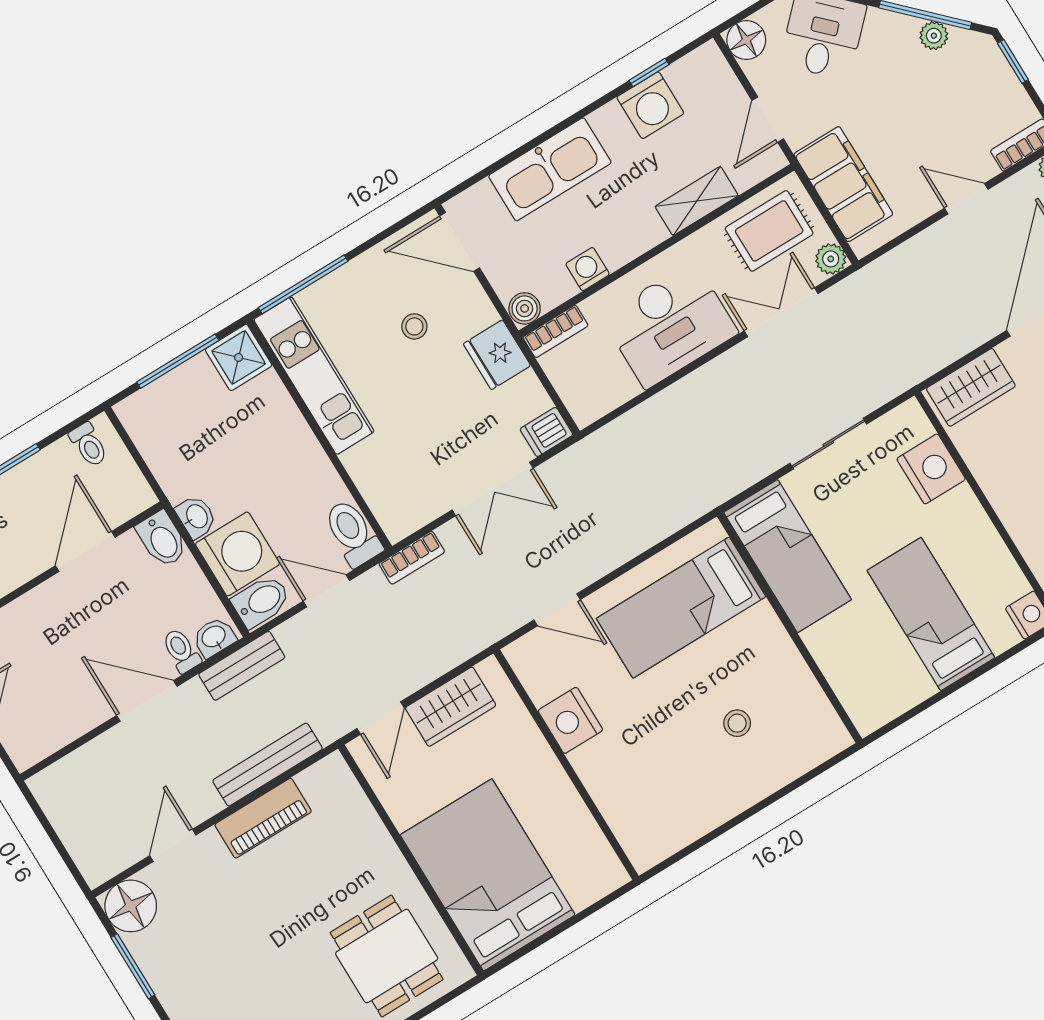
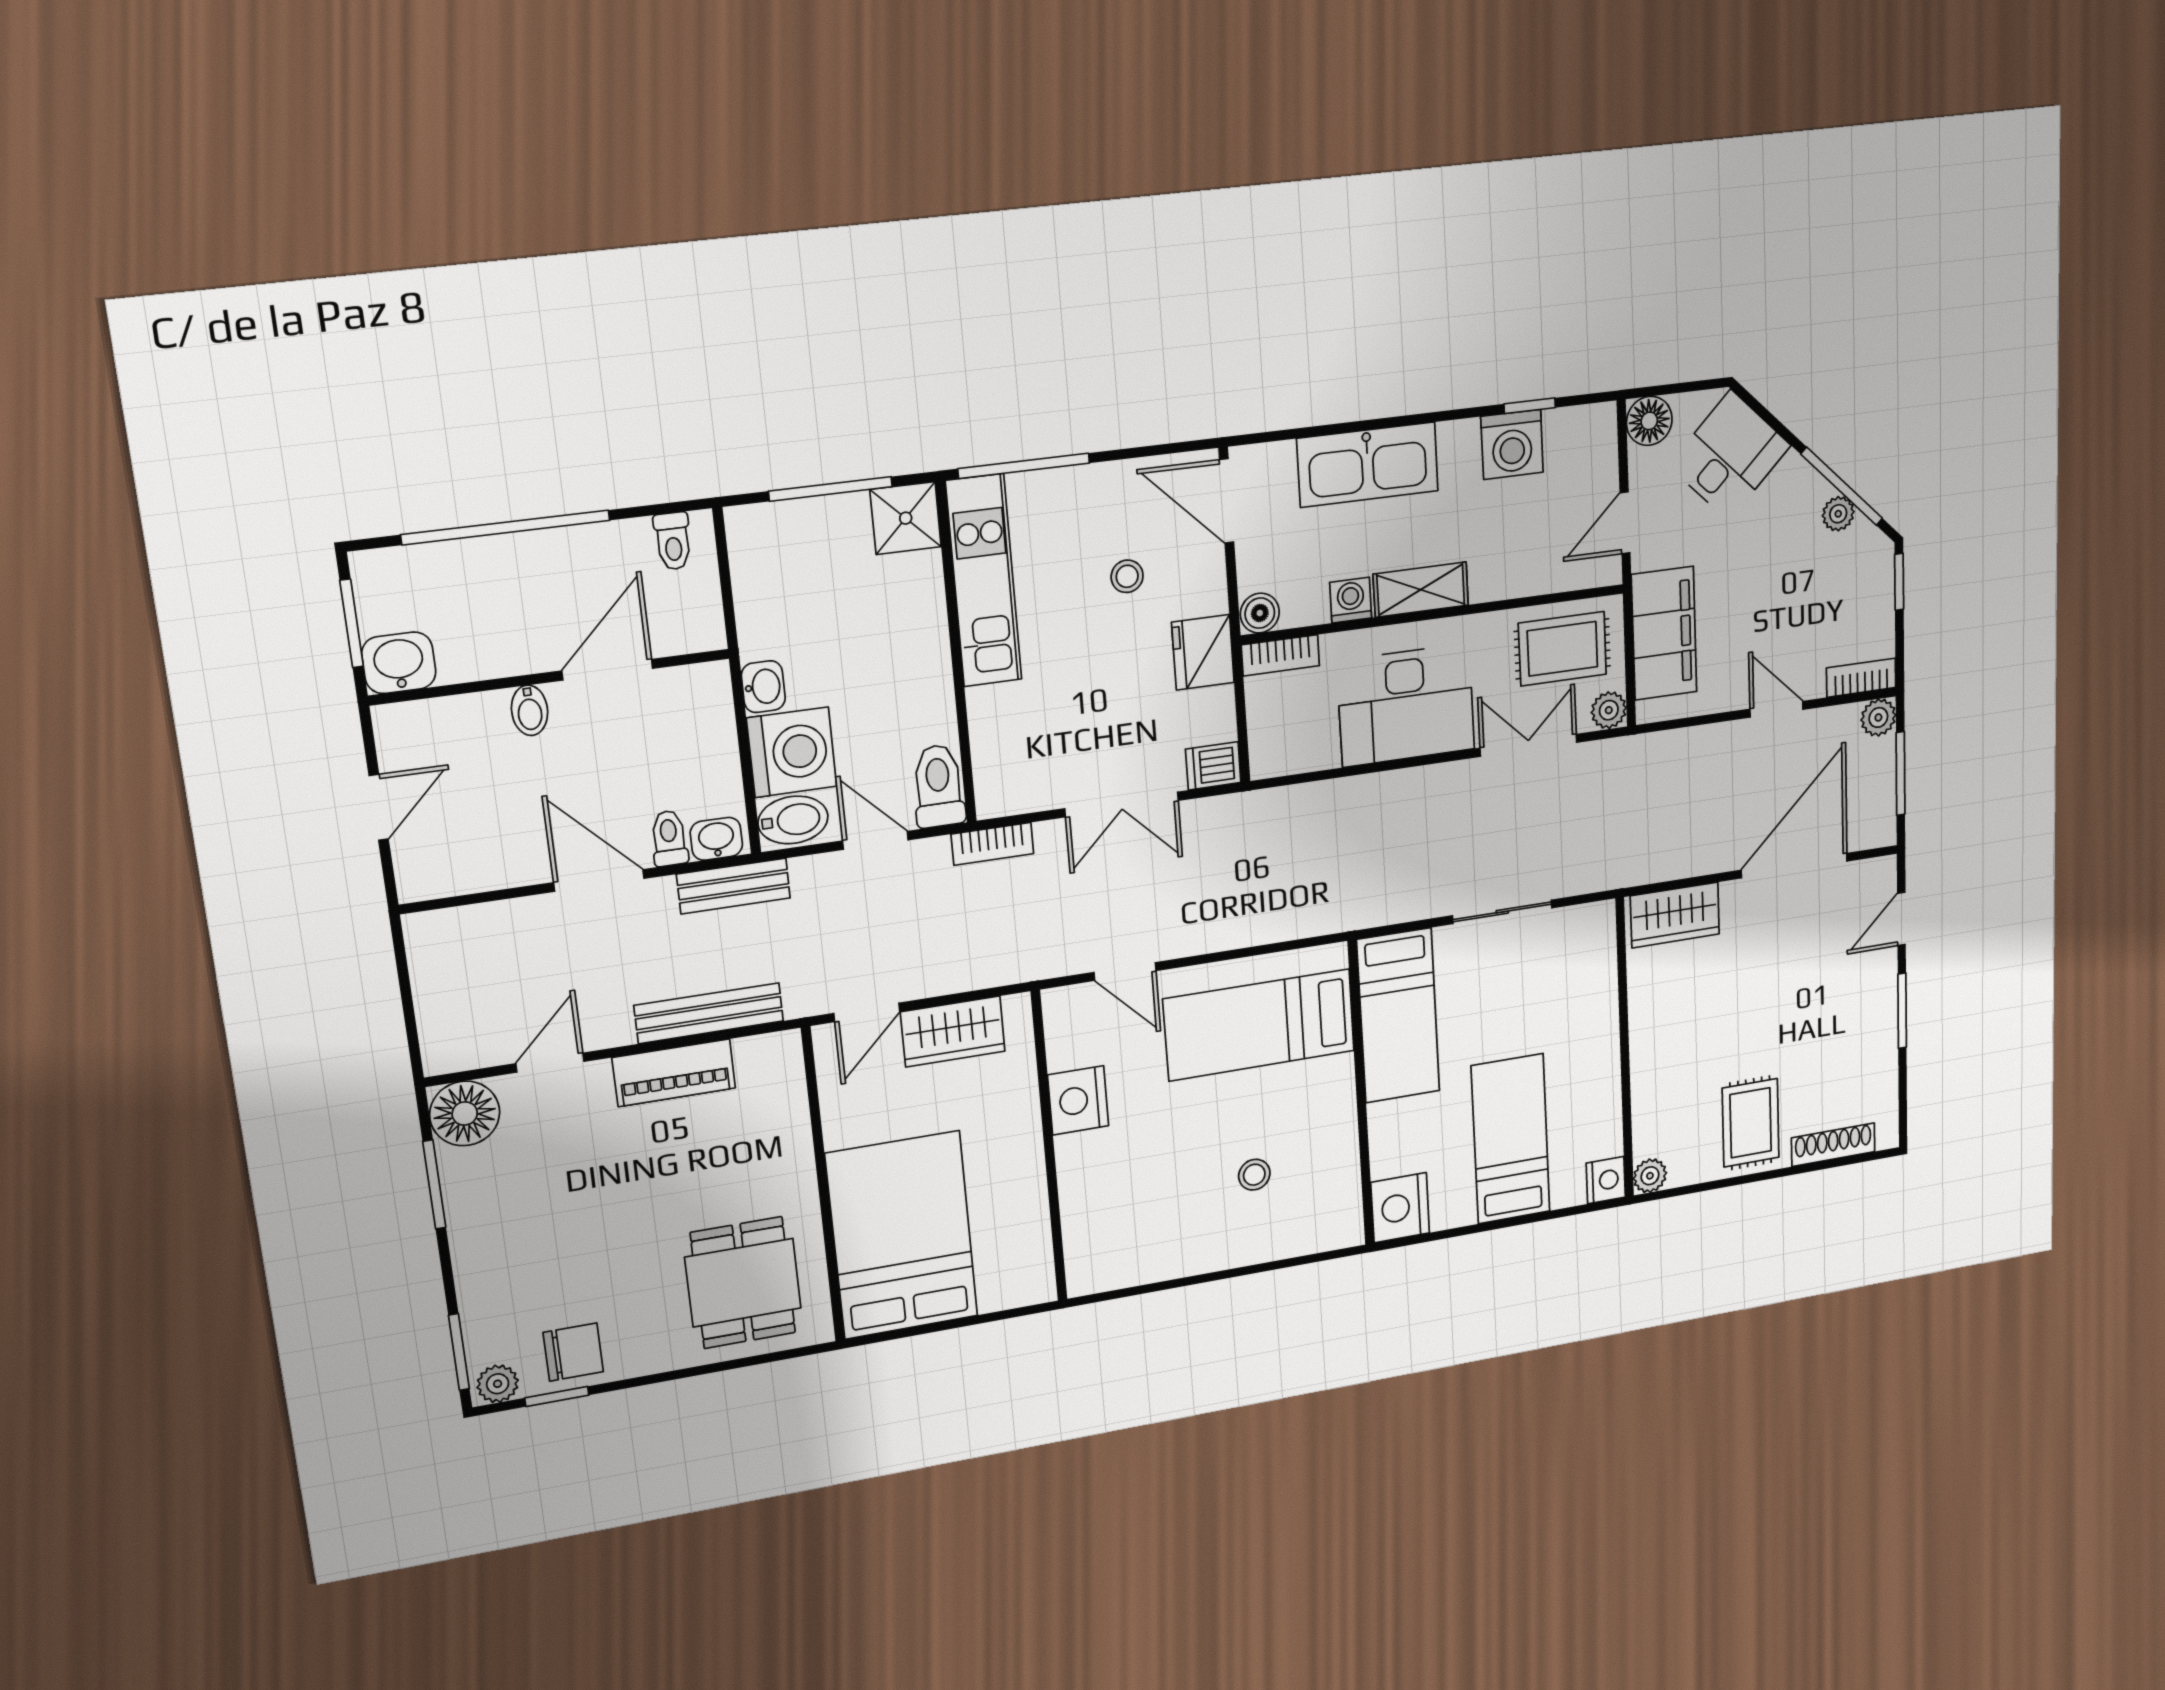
shelving: (697, 201) -> (1421, 590), moved
nightstand: (931, 469) -> (1400, 1208), moved, turned 180
bidet: (162, 539) -> (530, 710), moved, width x0.72, depth x0.74

